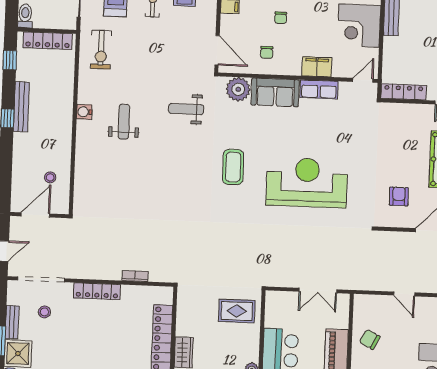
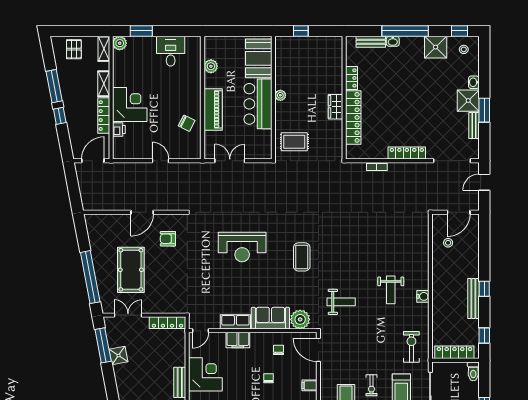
reception desk: (307, 182) -> (242, 247), width x0.74, depth x0.77
armchair: (399, 196) -> (168, 239), turned 90
stool: (44, 312) -> (448, 135), removed

